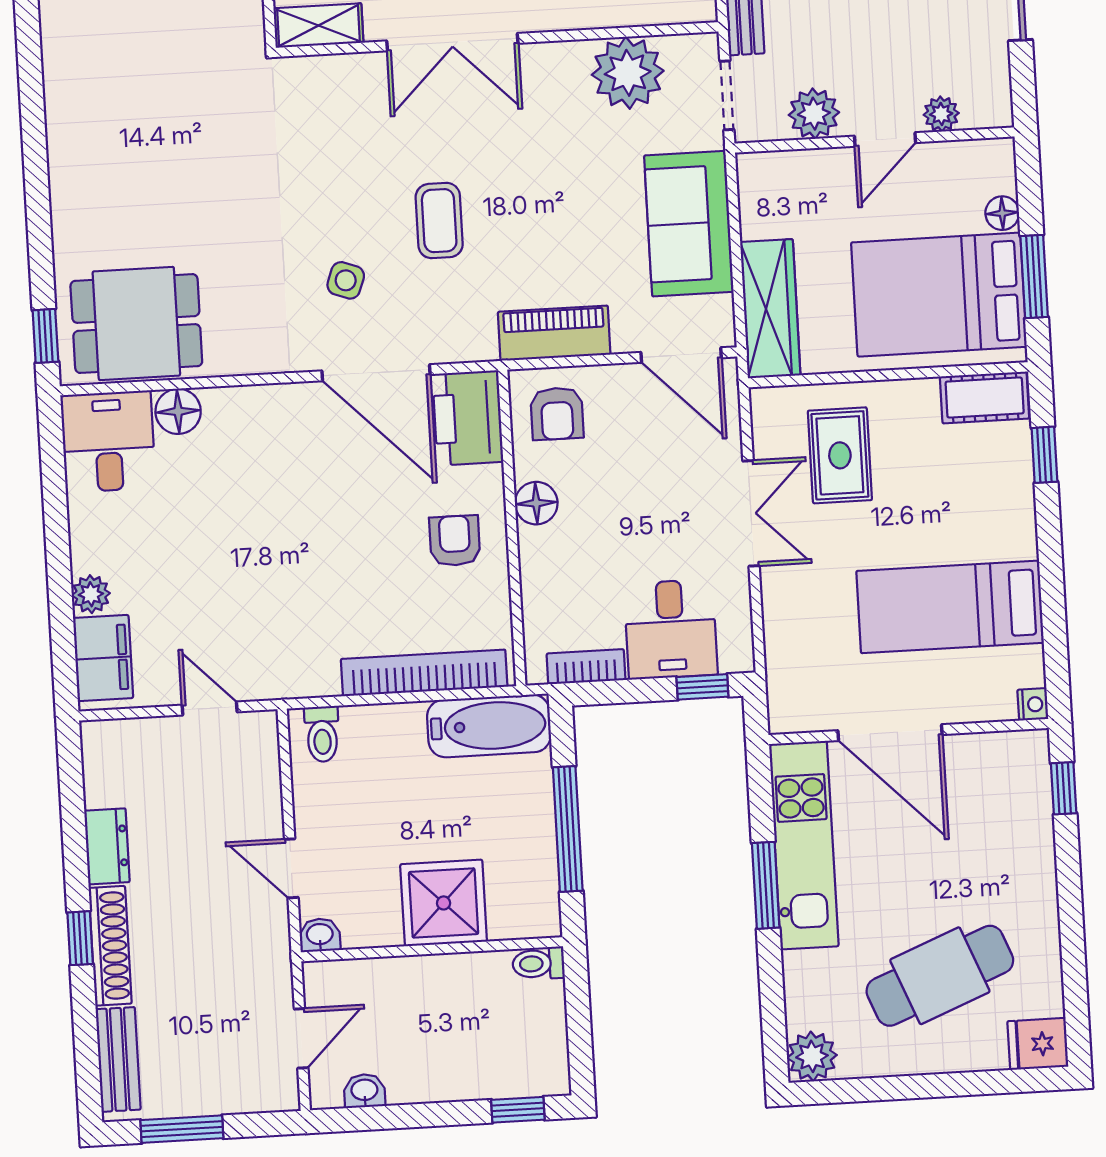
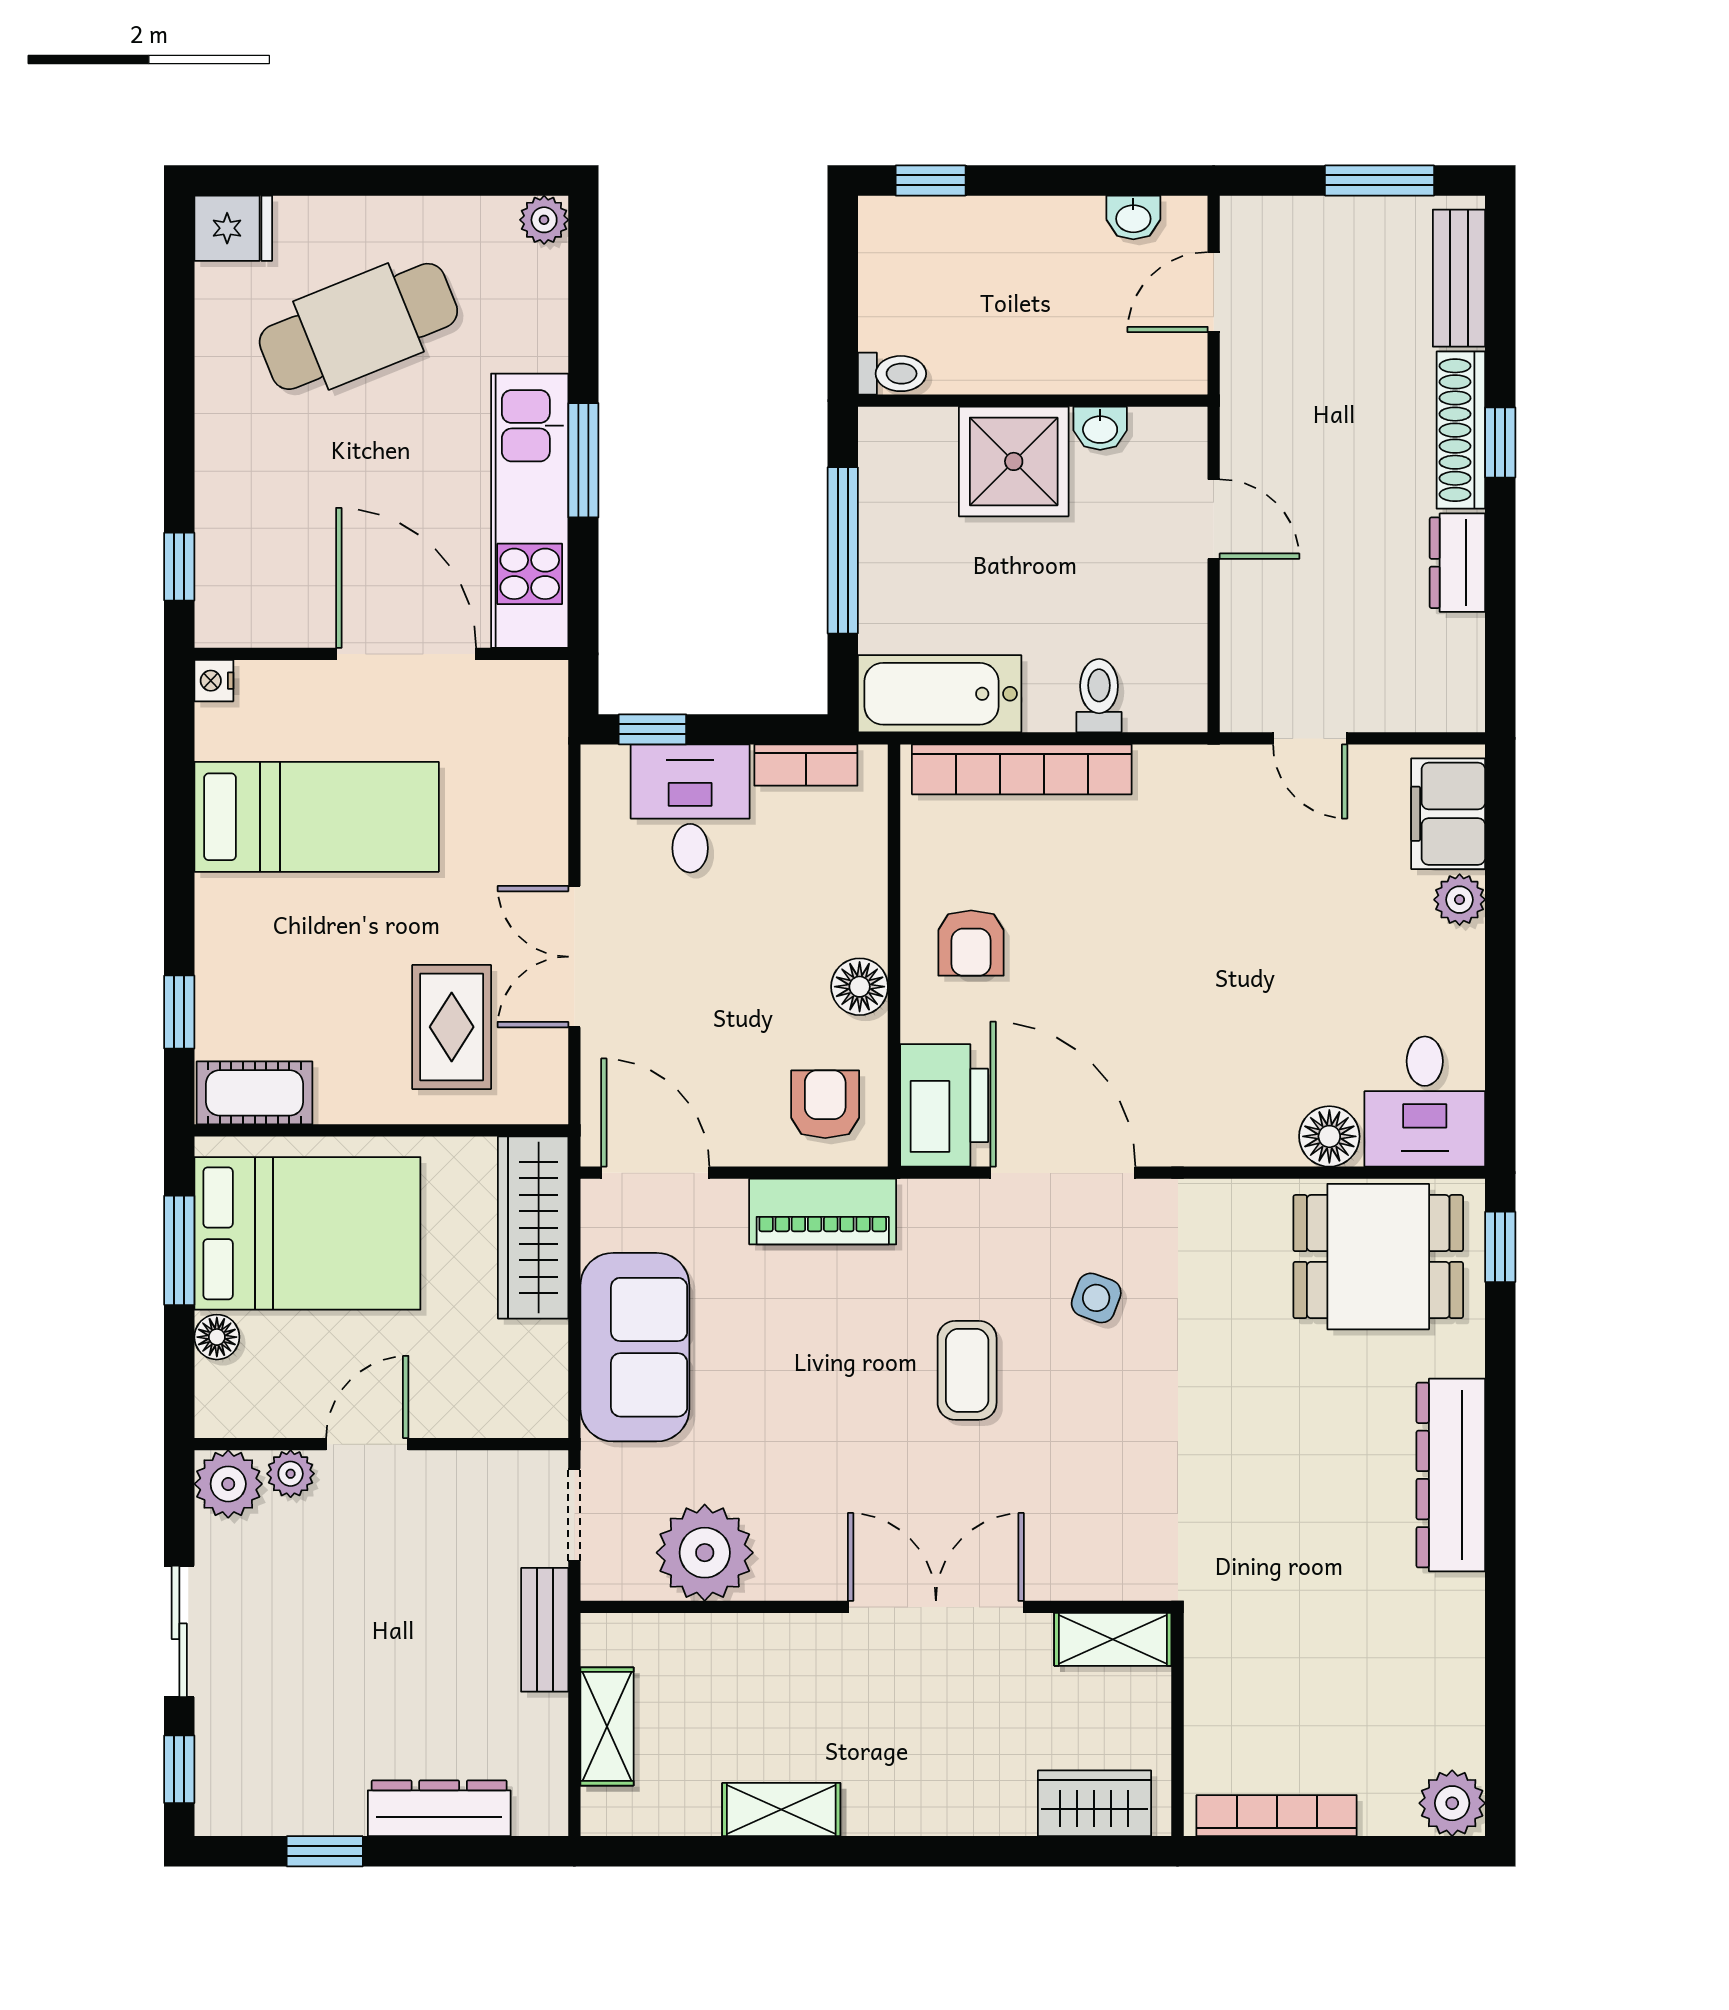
plant: (814, 114) -> (228, 1484), moved
dresser: (73, 163) -> (1451, 1475), added
toilet: (322, 734) -> (1099, 696), moved
washbasin: (320, 935) -> (1100, 428), moved
plant: (812, 1056) -> (544, 220), width x0.73, depth x0.73

